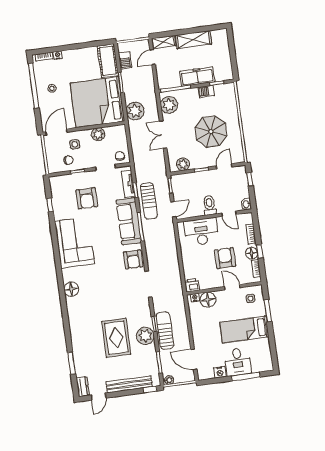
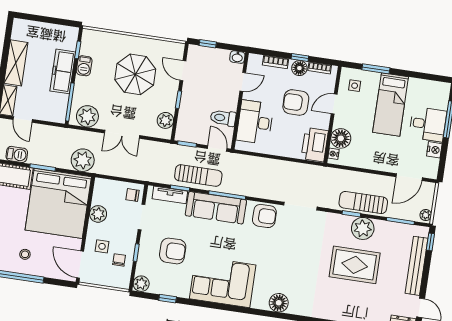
plant: (55, 182) -> (141, 284), added
toilet: (209, 205) -> (223, 118), moved
printer: (192, 285) -> (315, 145), width x1.87, depth x1.48

